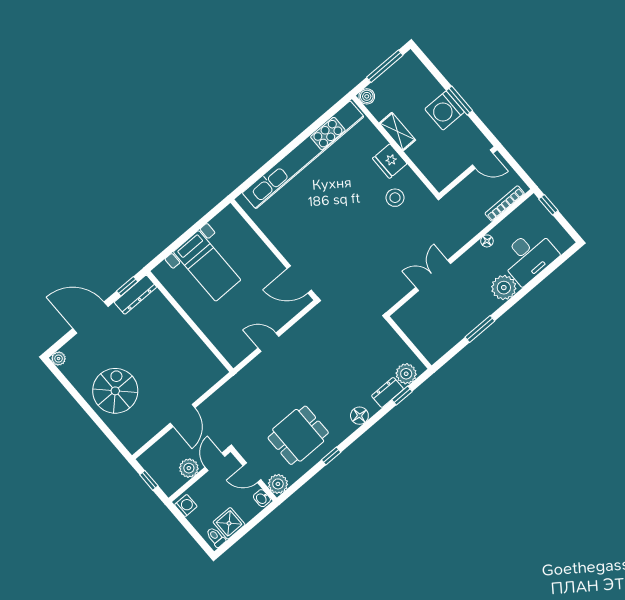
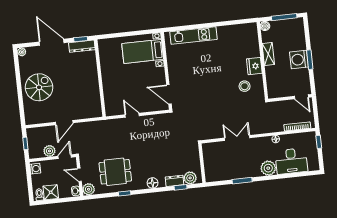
kitchen unit: (303, 155) -> (193, 36), width x0.54
bed with nightstands: (207, 266) -> (143, 51), moved, turned 90

